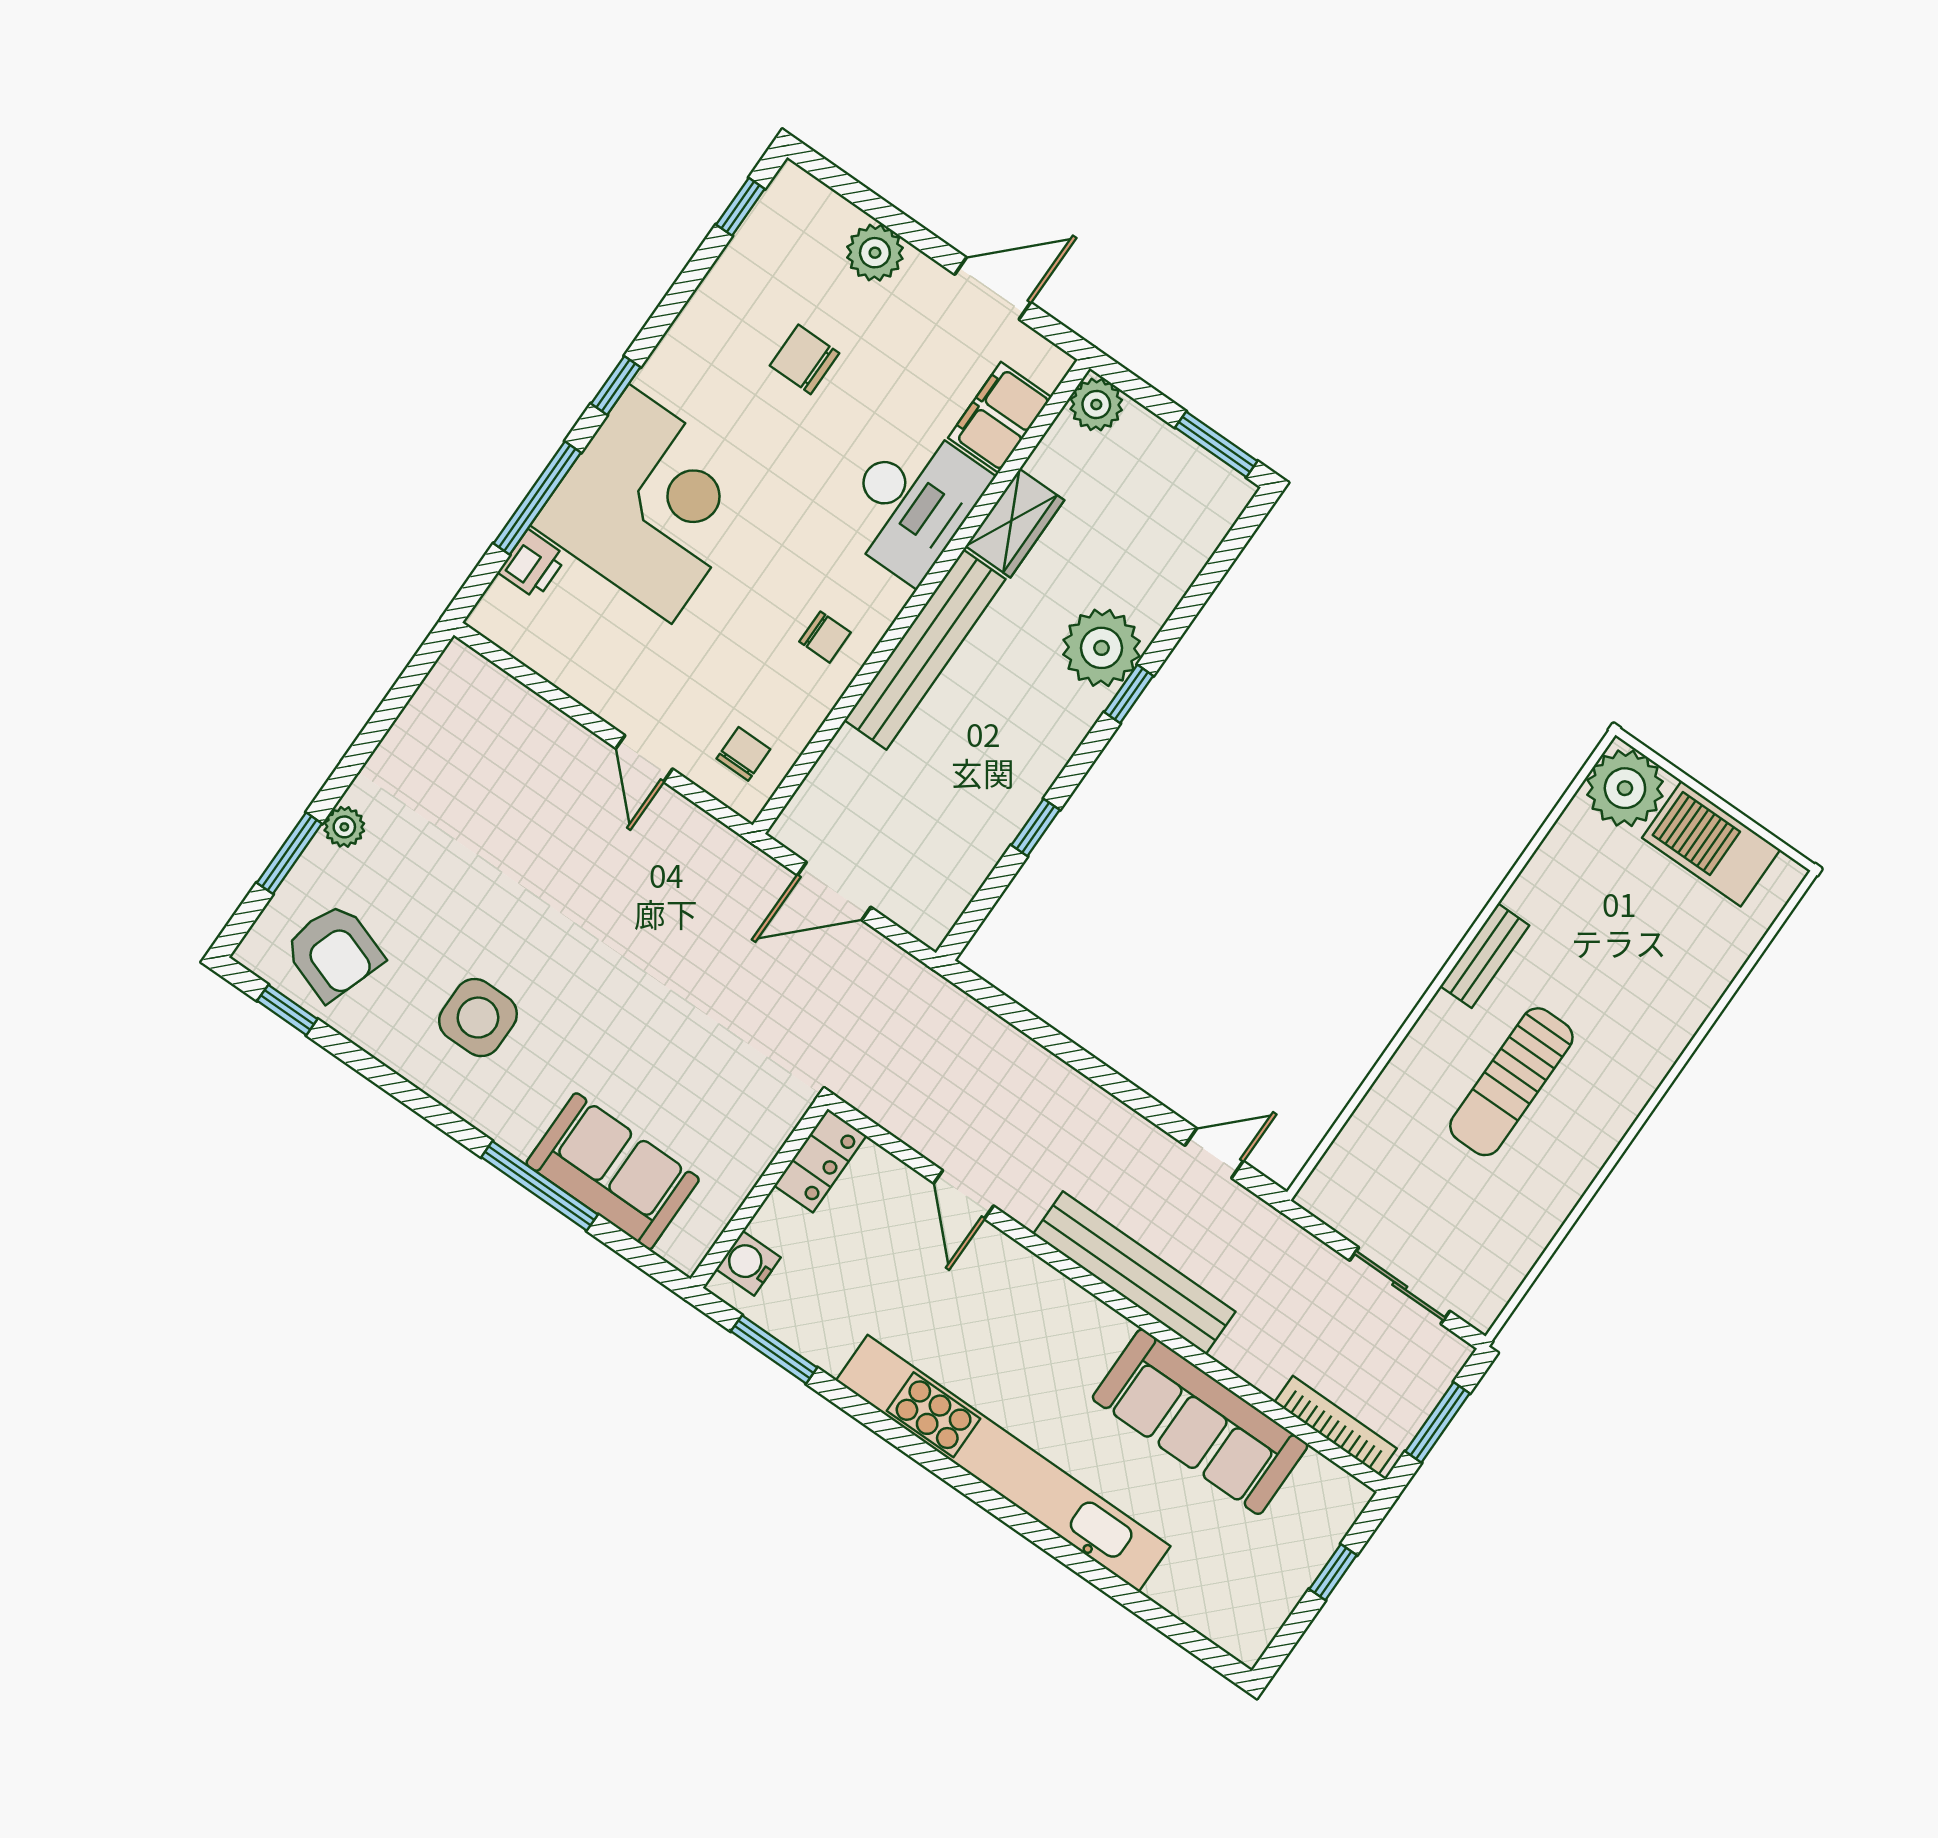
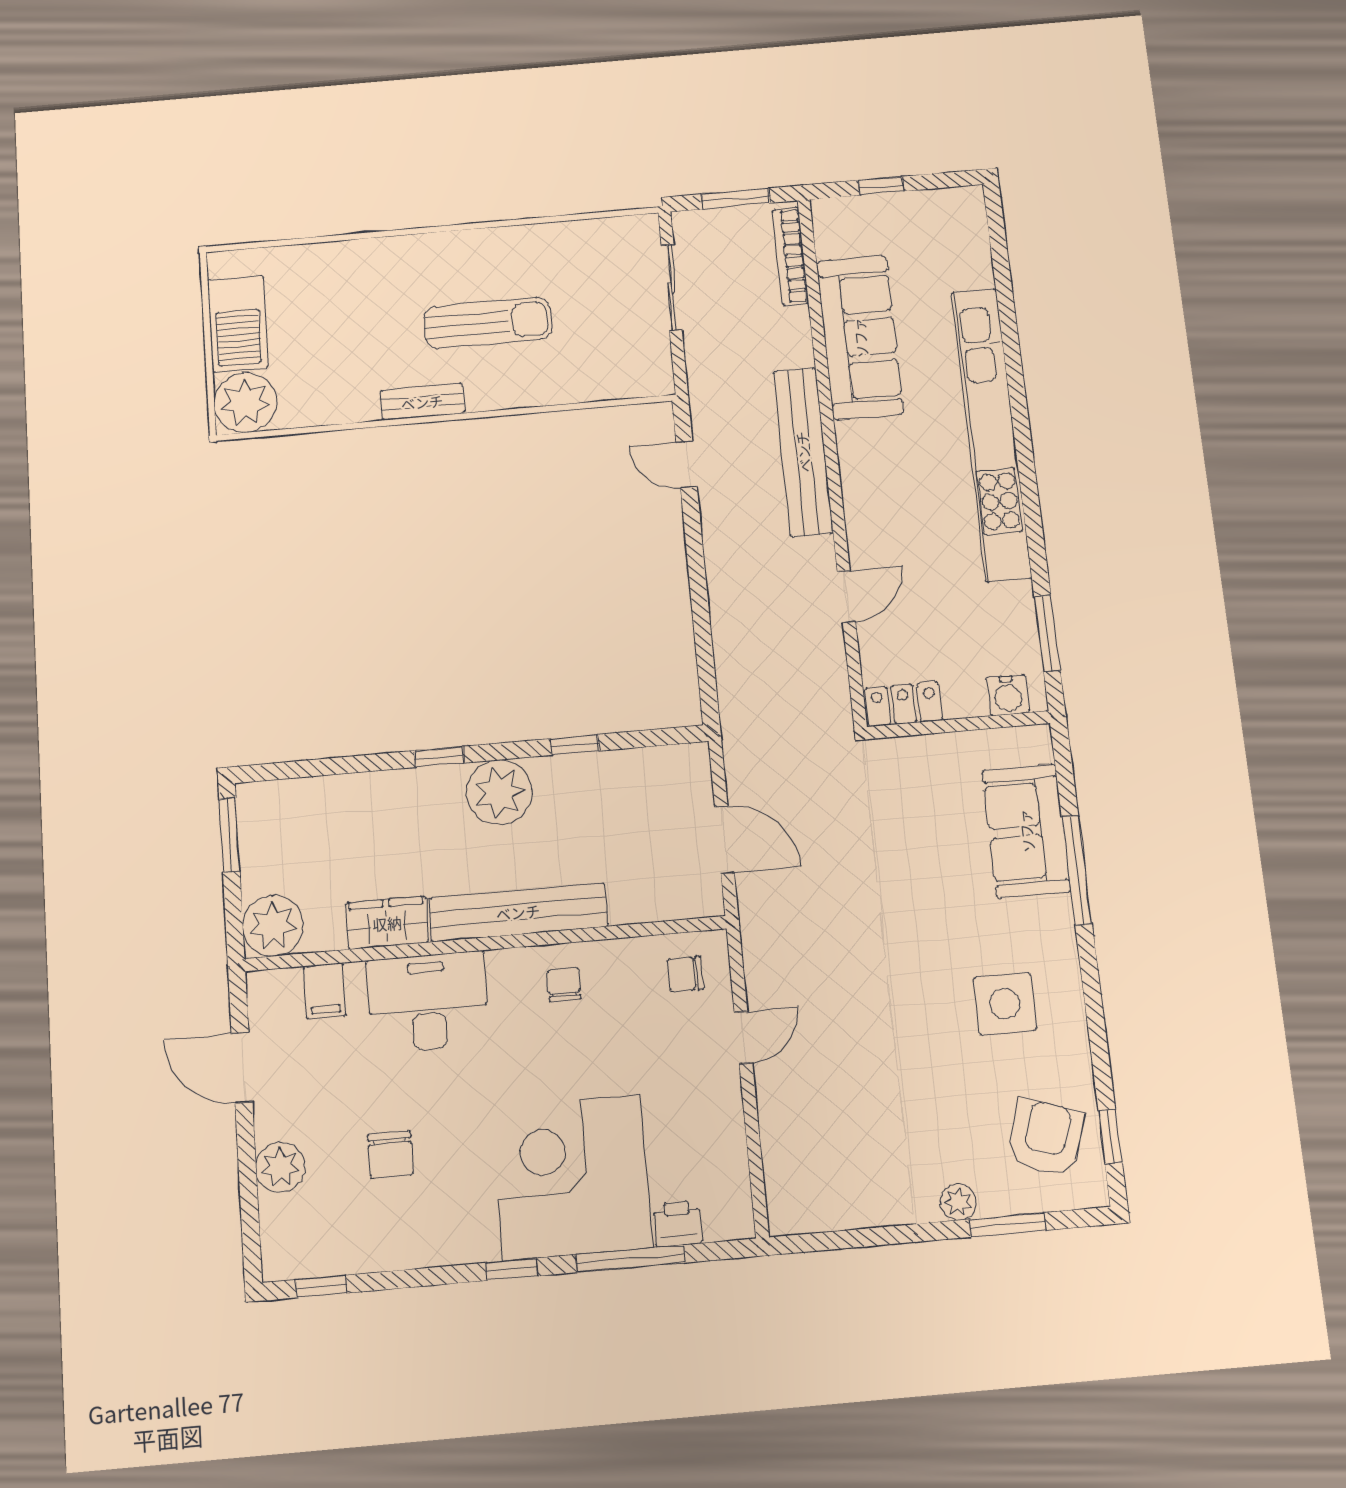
plant: (1096, 405) -> (273, 926), width x1.36, depth x1.36
filing cabinet: (1000, 417) -> (325, 991), width x0.50
plant: (1102, 648) -> (499, 792), moved

